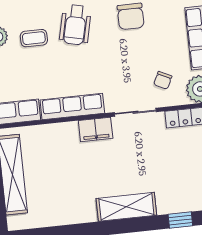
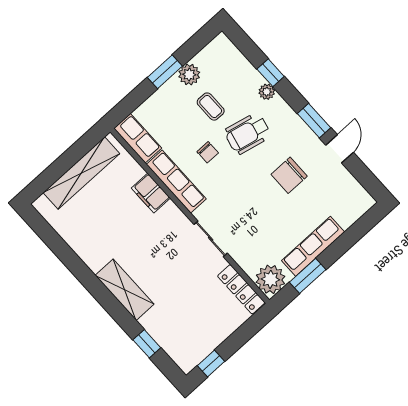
chair: (163, 80) -> (208, 152), moved, turned -116
filing cabinet: (96, 129) -> (151, 193), moved

